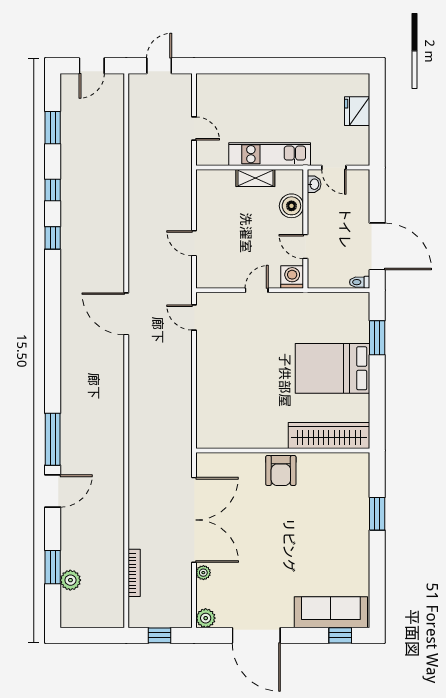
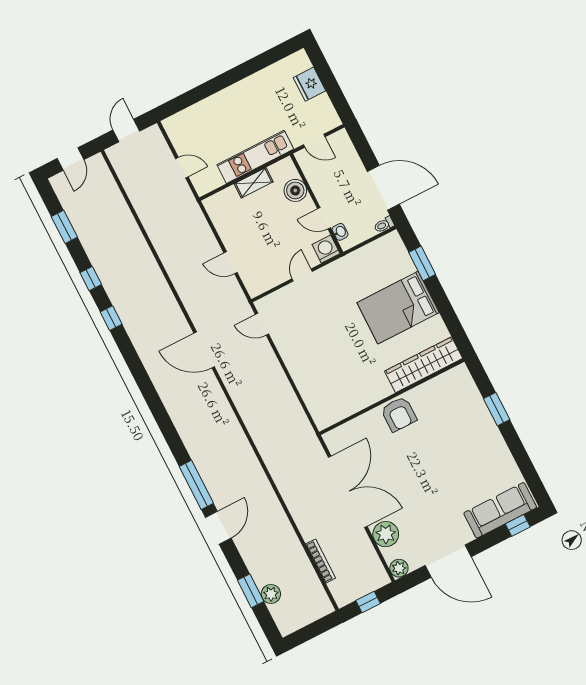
washbasin: (314, 184) -> (340, 232), moved
plant: (203, 573) -> (386, 534), width x1.88, depth x1.88

